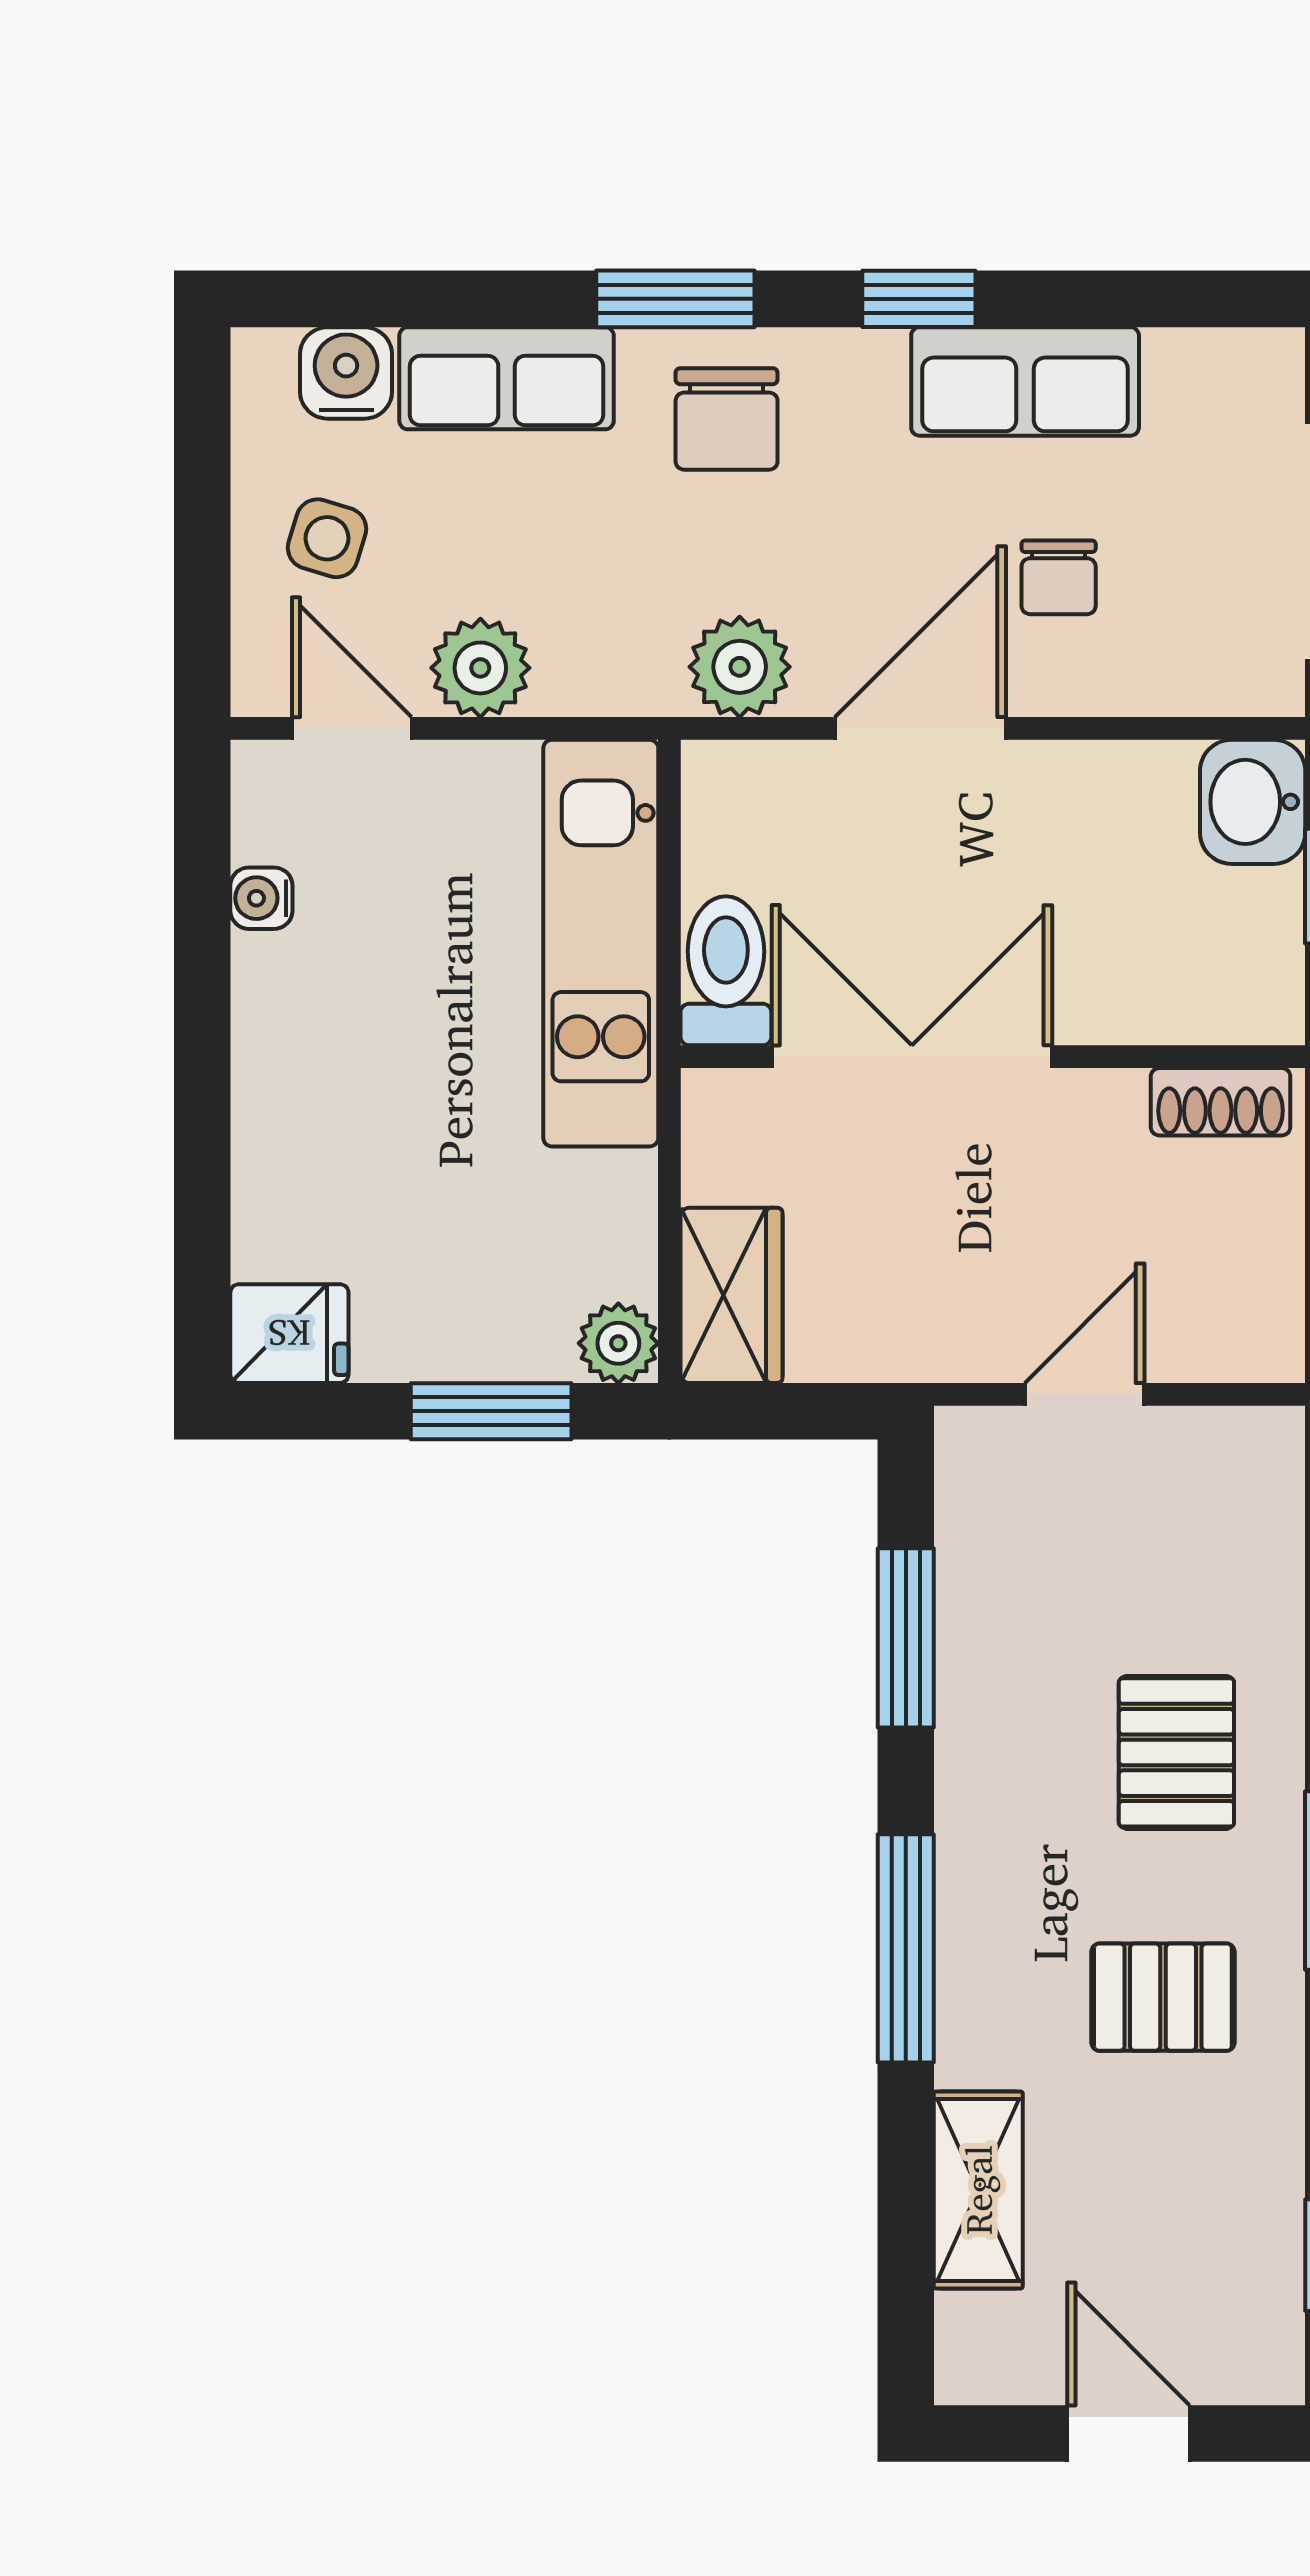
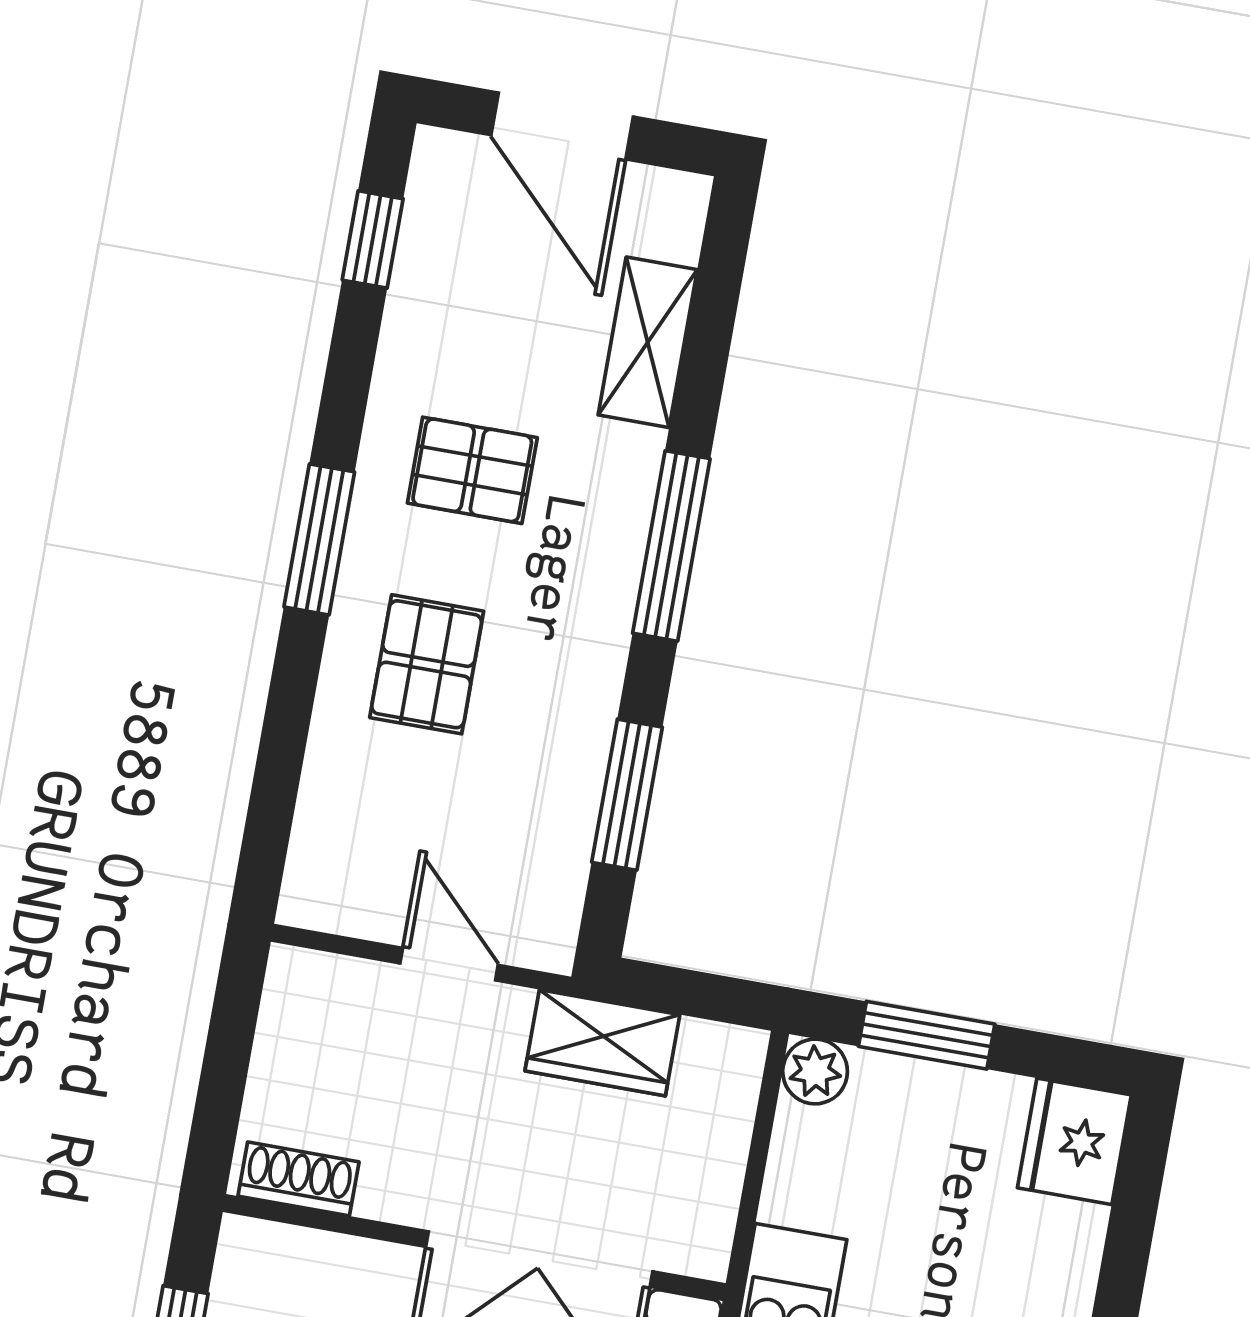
wardrobe: (731, 1295) -> (602, 1043), moved, turned -90
fridge: (289, 1334) -> (1074, 1141), width x1.38
door: (1085, 1394) -> (449, 964), swing flipped
door: (1128, 2433) -> (562, 126), width x1.38

